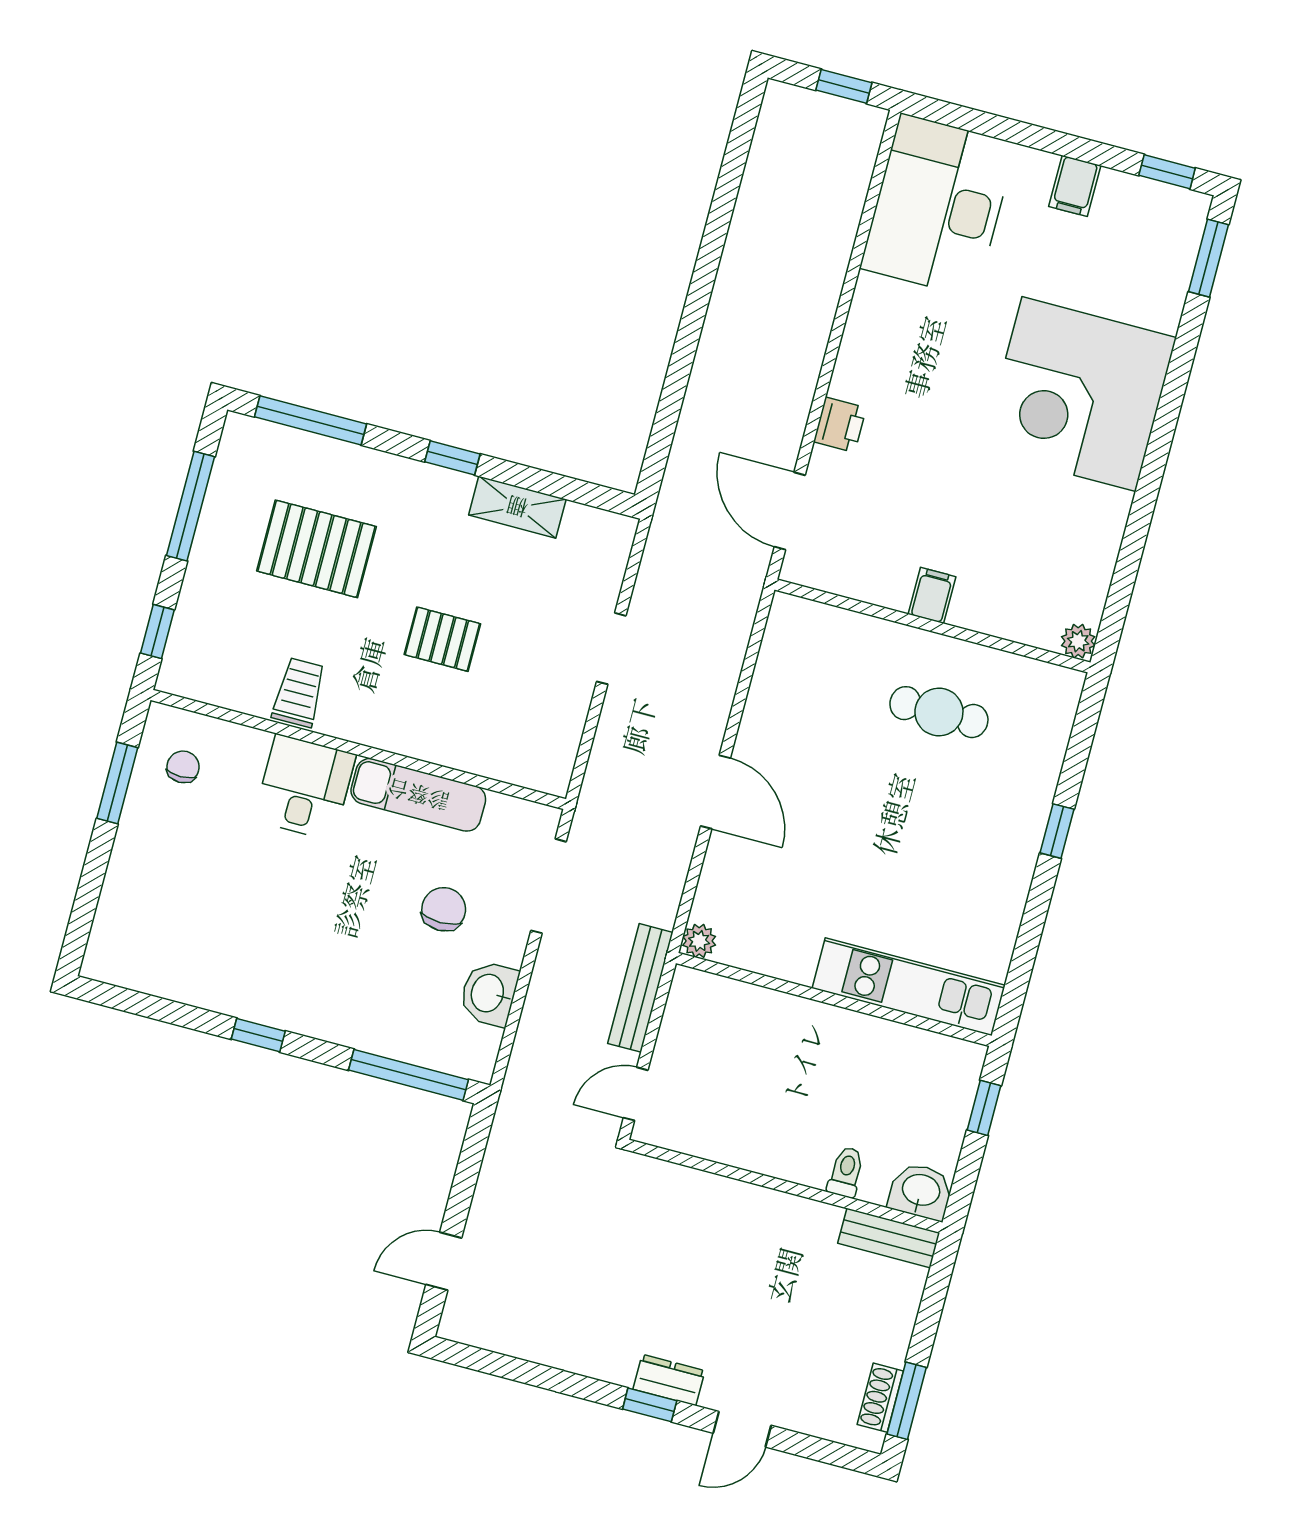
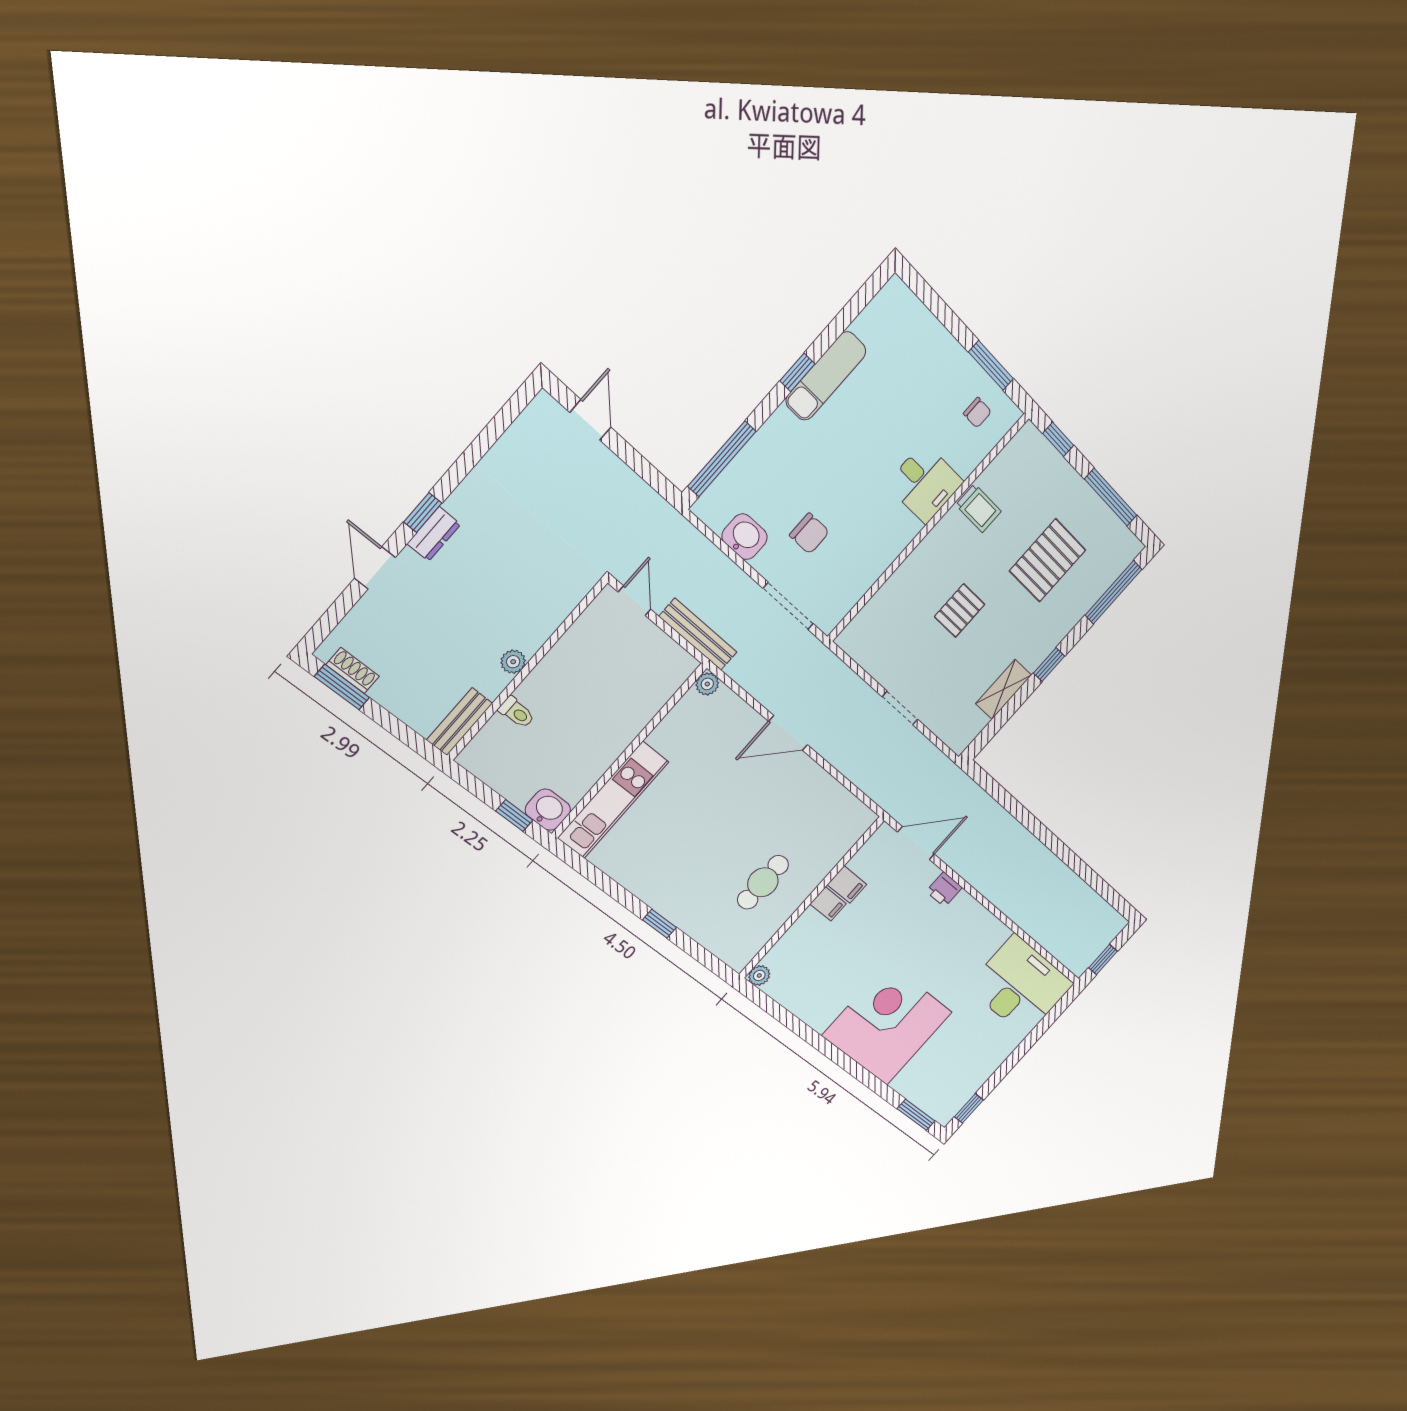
filing cabinet: (1075, 186) -> (847, 885), moved, turned 180
exam couch: (418, 795) -> (826, 376), moved, turned 180
washbasin: (921, 1191) -> (548, 810), moved, turned -90
plant: (783, 1209) -> (513, 662), added

